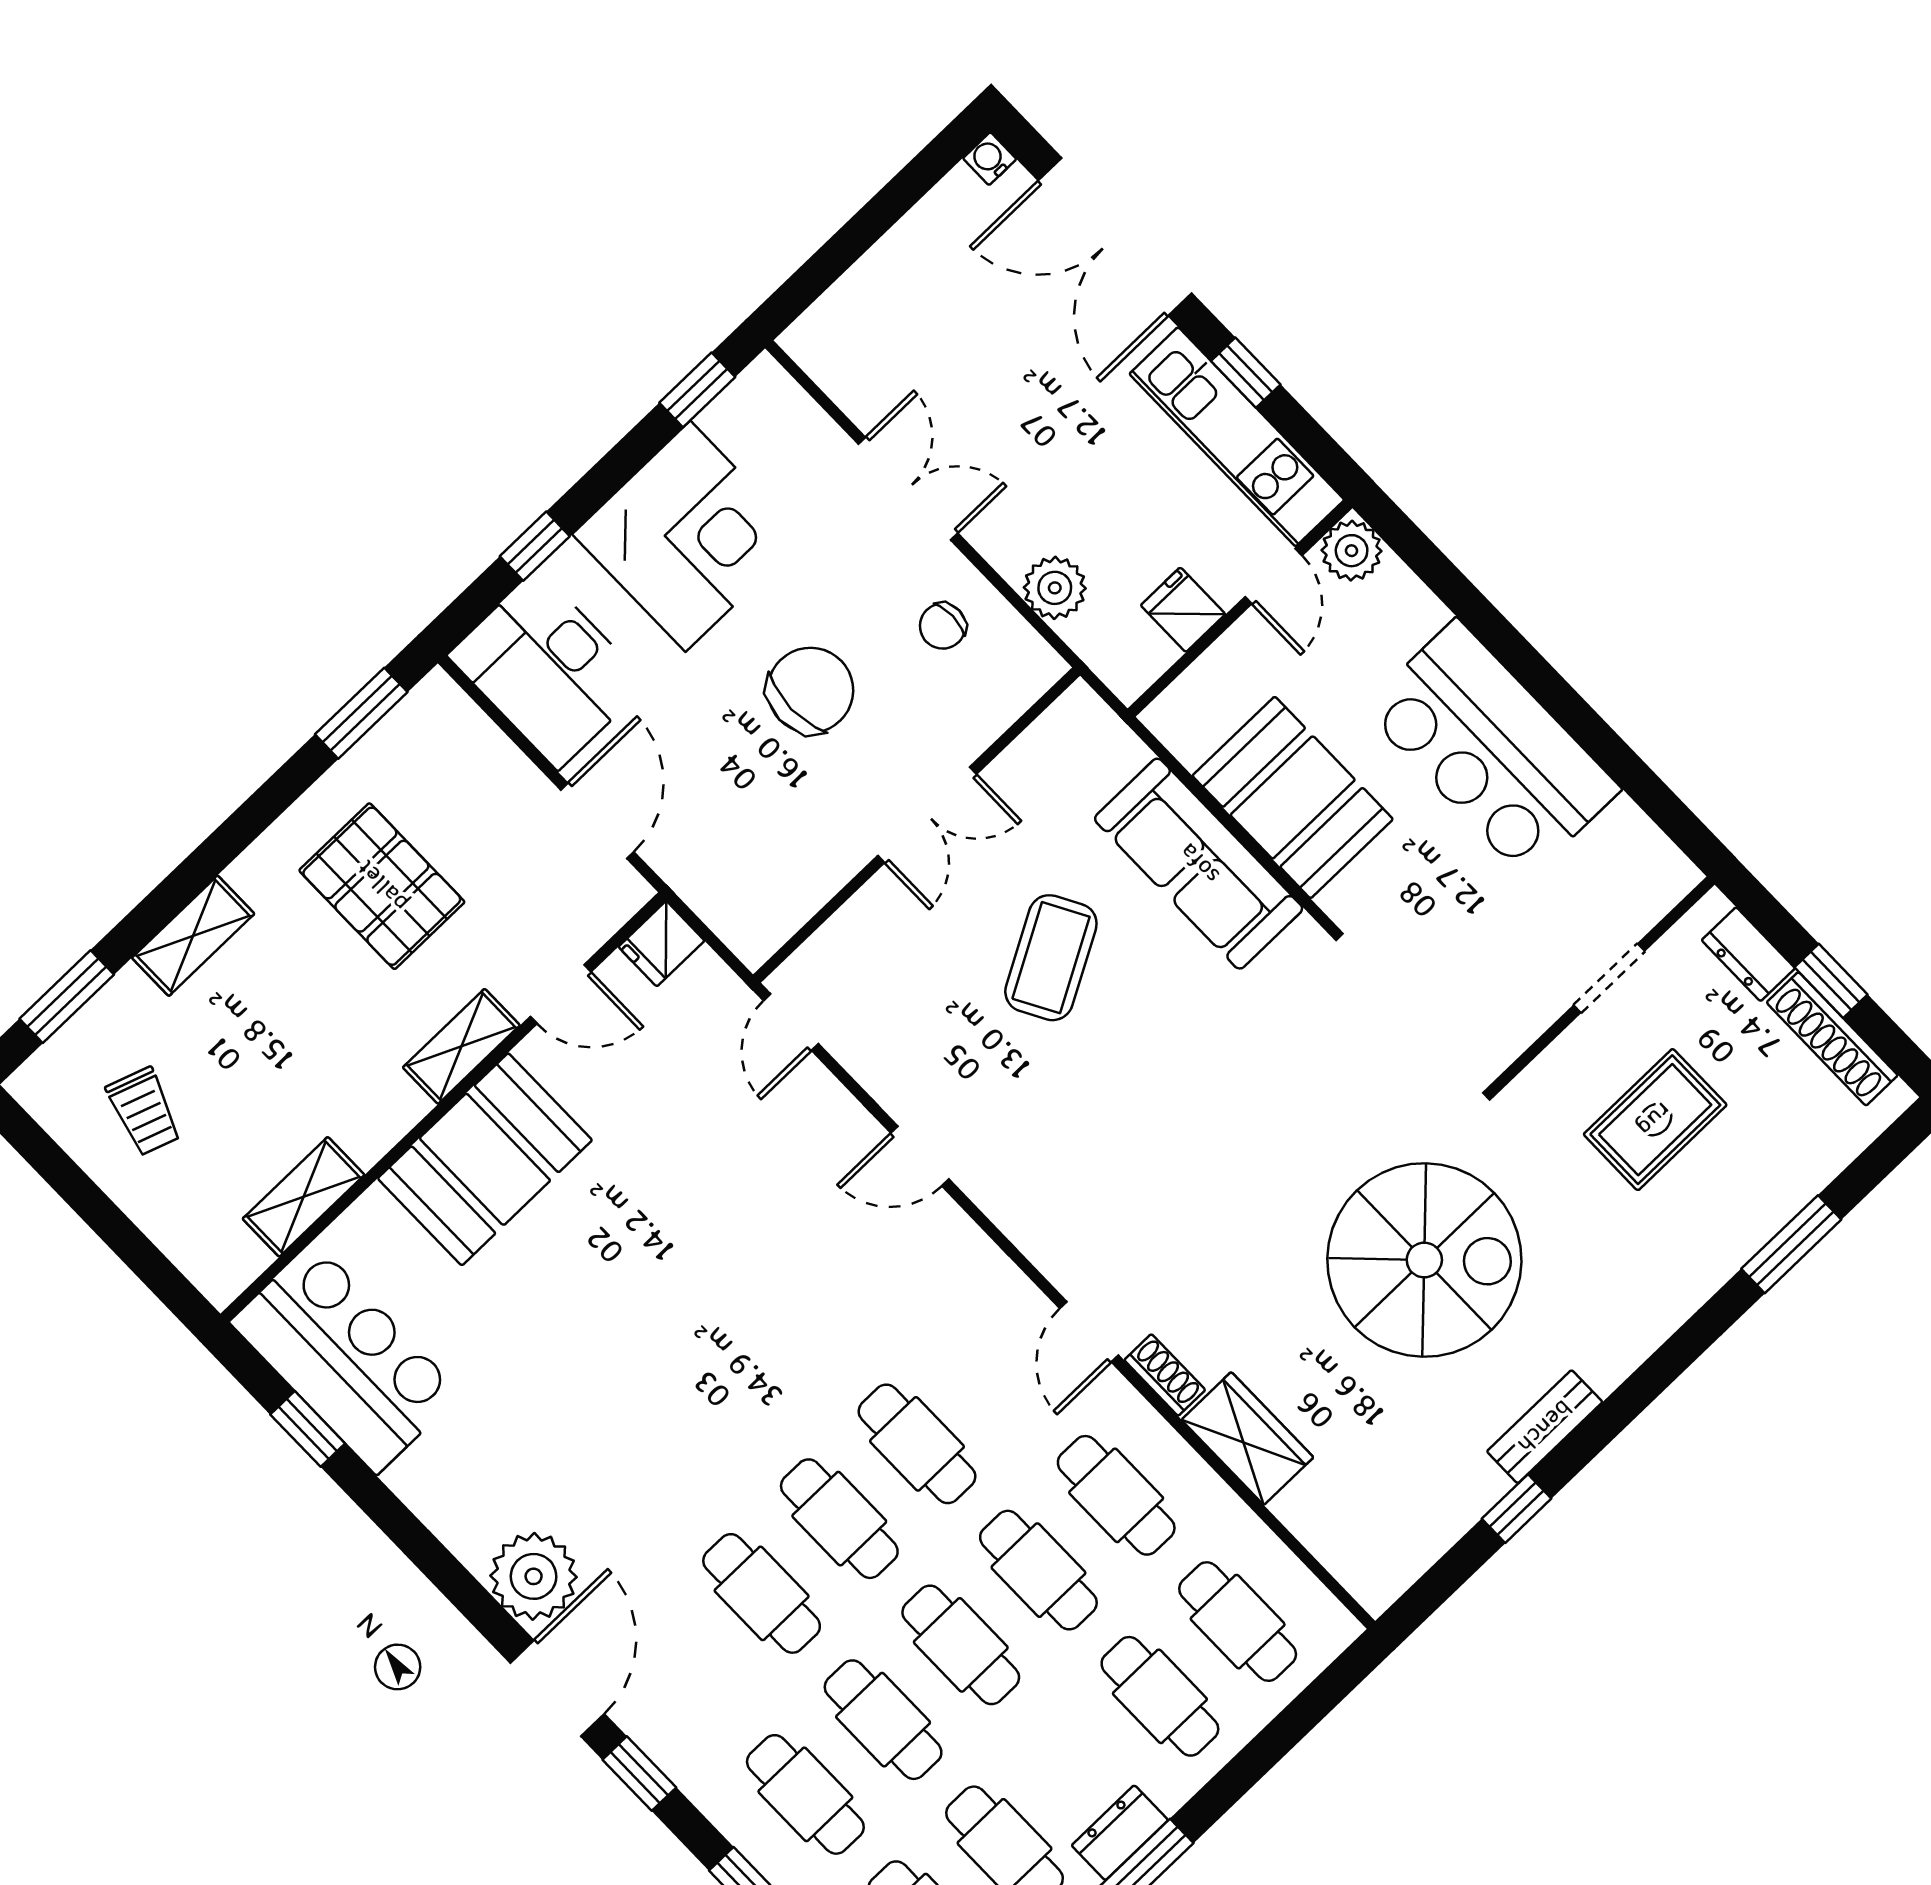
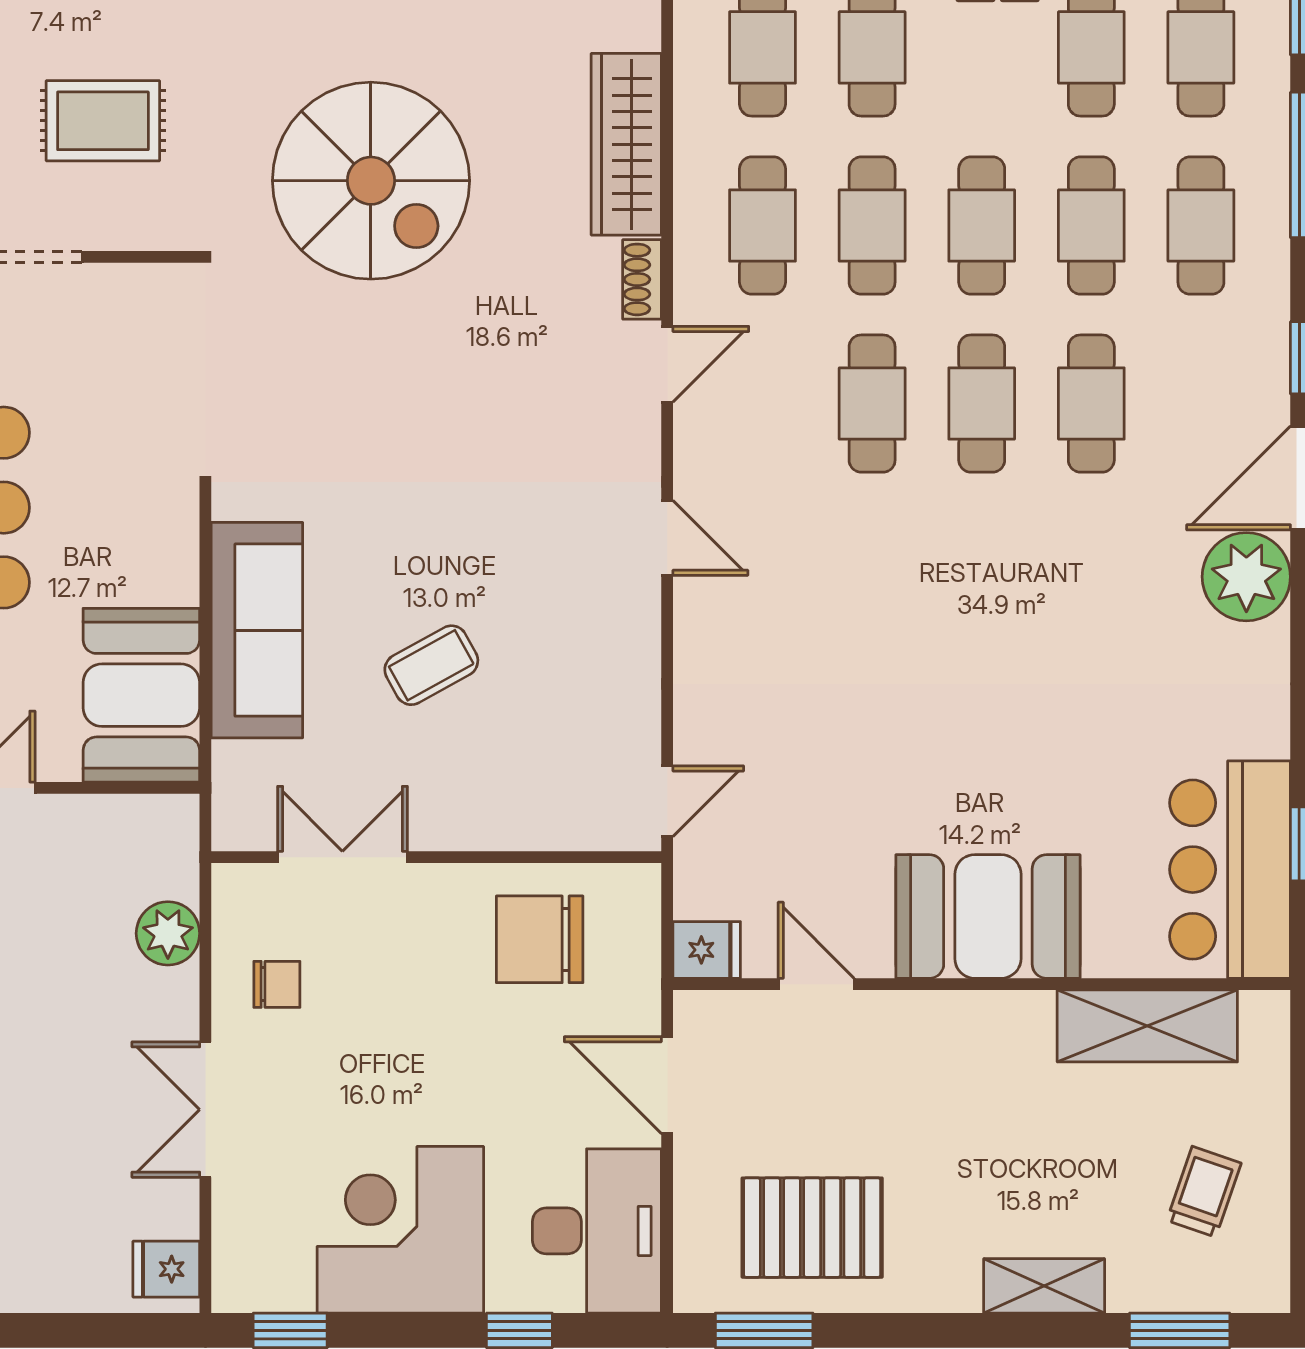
fridge: (1183, 610) -> (166, 1269), moved, turned 90
chair: (810, 690) -> (540, 939), moved
booth: (1293, 797) -> (141, 695), moved
double door: (927, 815) -> (342, 857), moved
door: (597, 821) -> (667, 1085), hinge flipped
pallet: (382, 886) -> (812, 1228), moved, turned 90
coffee table: (1051, 958) -> (431, 665), width x0.73, depth x0.77
shelving: (461, 1046) -> (926, 1016), removed
door: (920, 1156) -> (667, 538), moved
shelving: (304, 1197) -> (1147, 1026), width x1.50, depth x1.33
spiral stairs: (1424, 1260) -> (371, 181), turned 180
wardrobe: (1247, 1439) -> (626, 144), width x1.50

